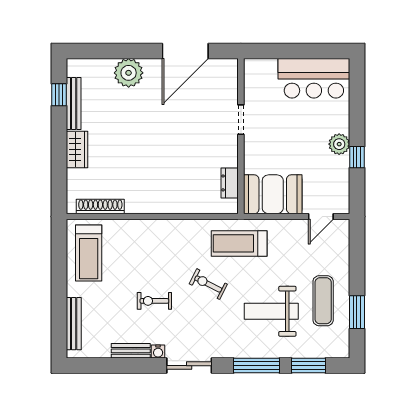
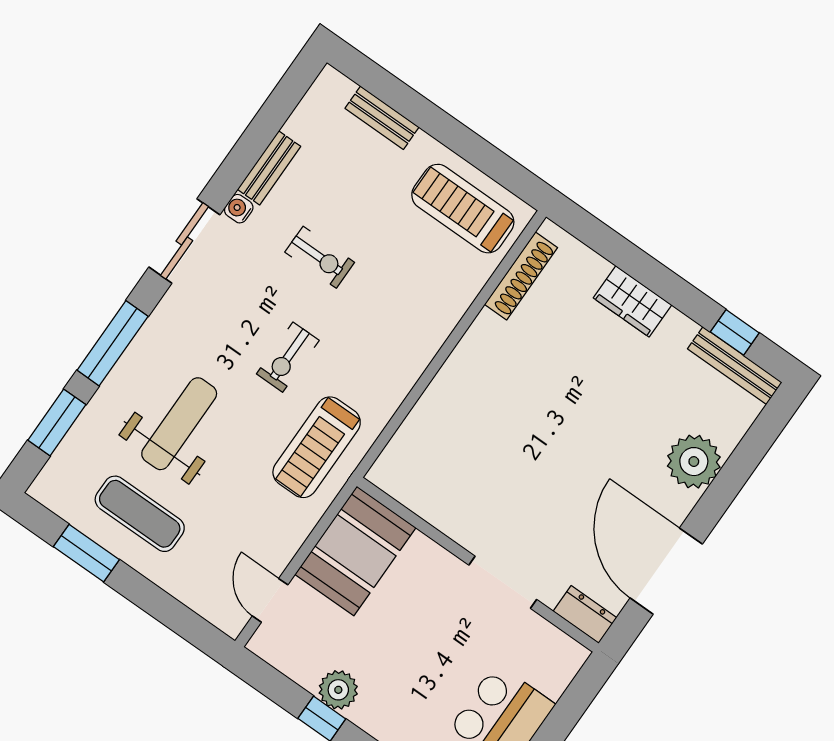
bench: (74, 103) -> (735, 366), moved
doorway: (241, 120) -> (503, 582), width x1.38
plant: (339, 144) -> (338, 690), moved
dresser: (230, 183) -> (585, 615), moved
treadmill: (239, 243) -> (317, 447), turned 180
exercise bike: (208, 284) -> (288, 357), turned 153
exercise bike: (154, 301) -> (320, 257), turned 90
bench: (74, 324) -> (382, 118), width x0.73

